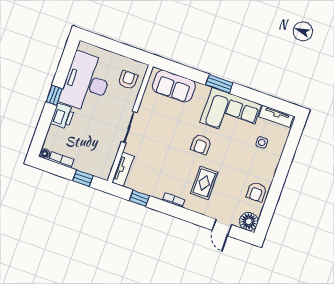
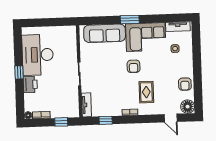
armchair: (128, 80) -> (66, 42), removed
sofa: (174, 86) -> (105, 33), width x1.36

